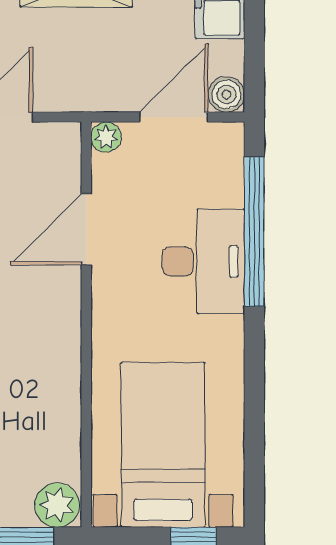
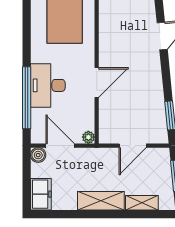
door: (174, 117) -> (60, 146), swing flipped
door: (86, 229) -> (97, 83), moved

